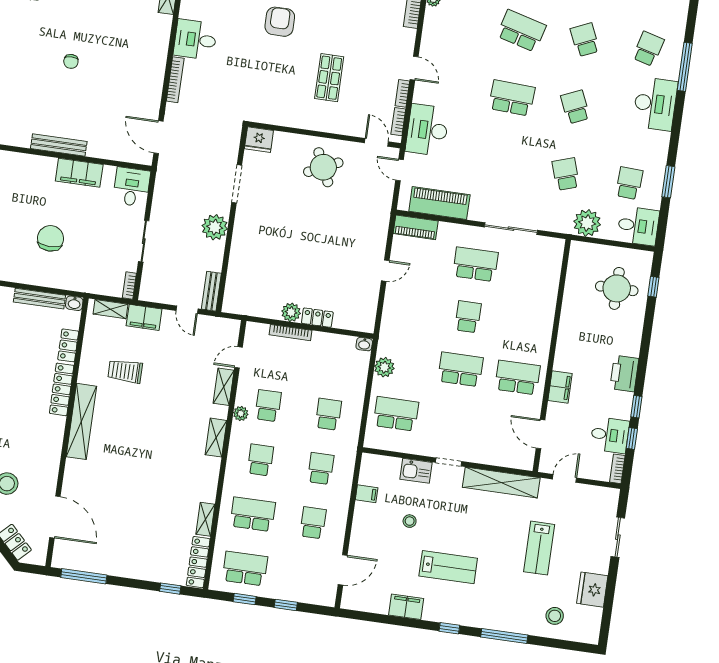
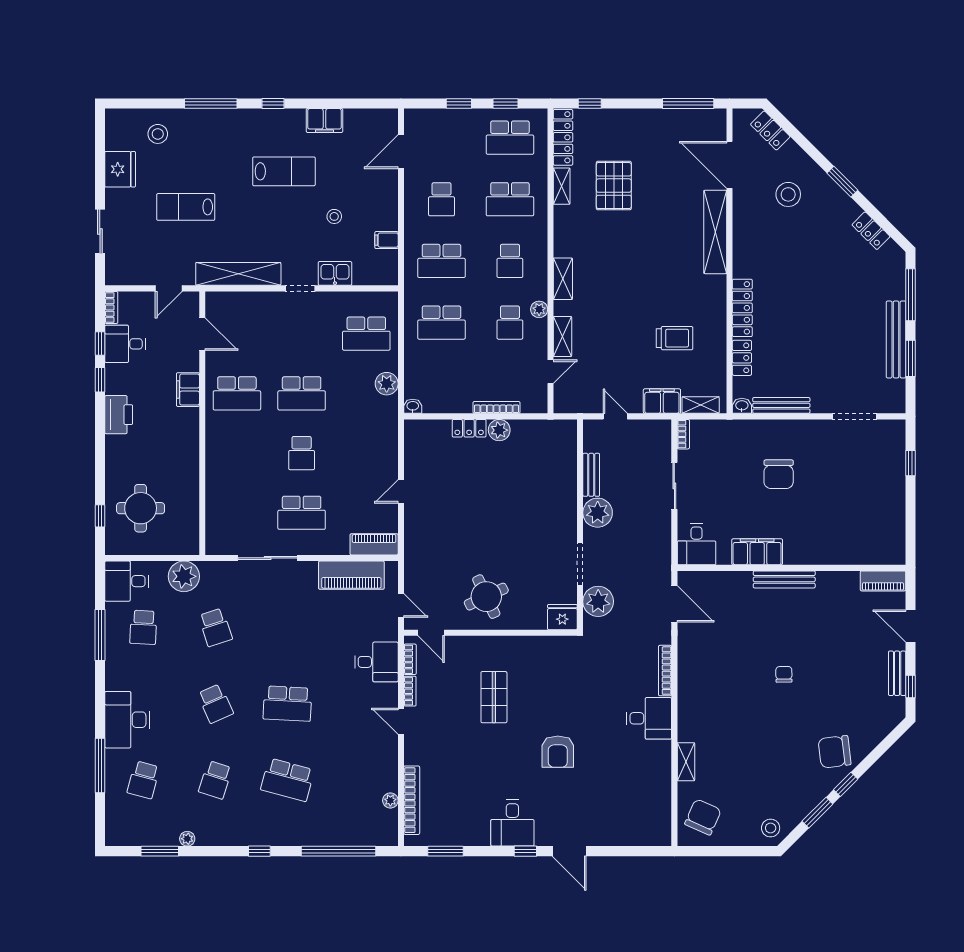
school desk: (585, 40) -> (215, 780), turned 42
desk: (427, 130) -> (376, 662), width x0.73
plant: (225, 149) -> (598, 601), added
window: (668, 182) -> (100, 635), width x1.44
bench: (211, 291) -> (591, 475), moved
school desk: (328, 414) -> (441, 323), width x1.85
shelving: (81, 421) -> (715, 232), moved
school desk: (321, 468) -> (441, 261), width x1.85
pallet: (159, 513) -> (614, 186), added
lab bench: (539, 548) -> (186, 207), turned -90
lab bench: (448, 567) -> (284, 171), turned 180

